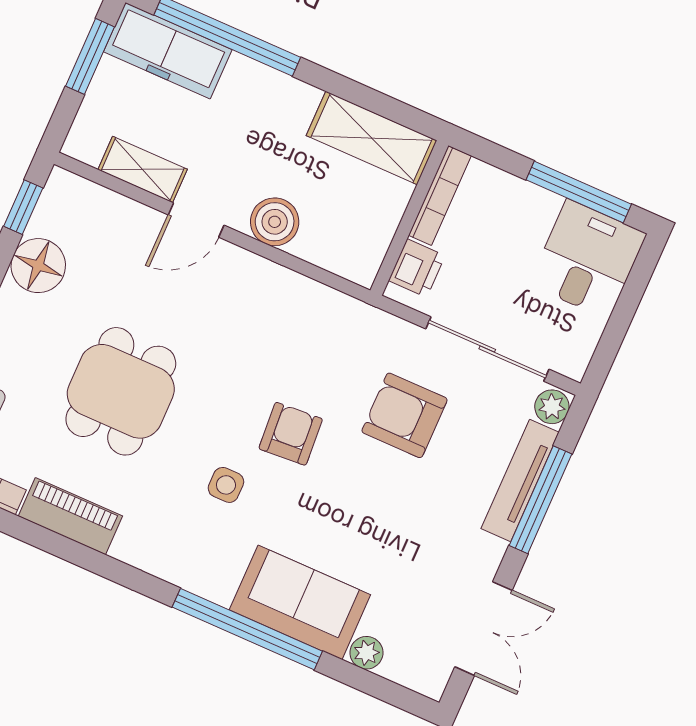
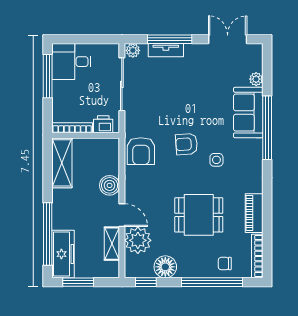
plant: (124, 231) -> (138, 240), added
armchair: (405, 415) -> (141, 151), moved
tv unit: (520, 480) -> (166, 50), width x0.71

